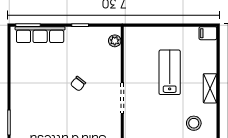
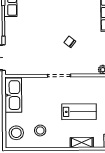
shelving: (210, 88) -> (82, 143), moved

